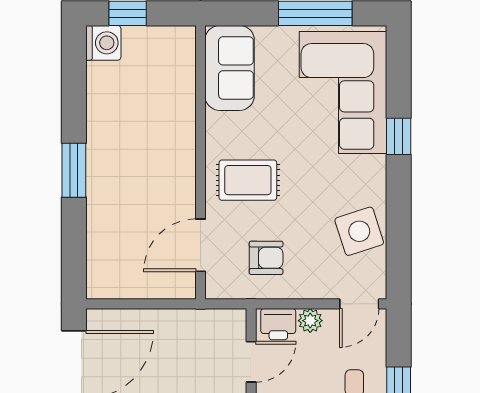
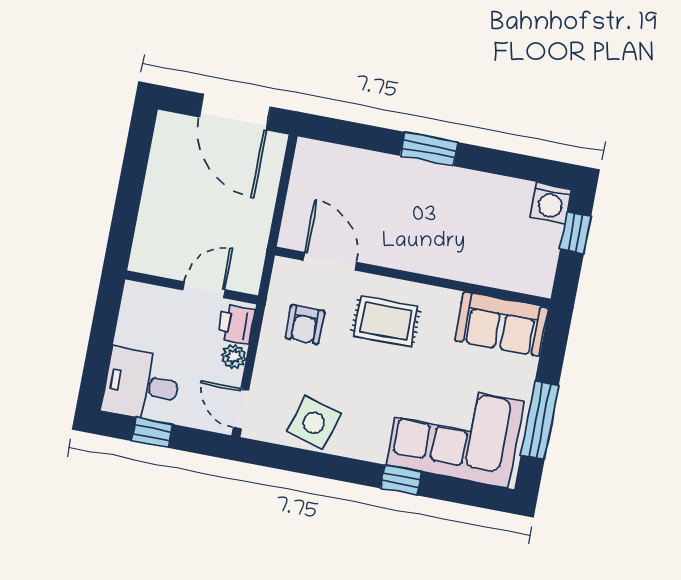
rug: (248, 180) -> (386, 321), turned 90
side table: (359, 231) -> (314, 423), turned 34
door: (251, 362) -> (204, 290), swing flipped

